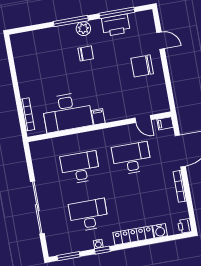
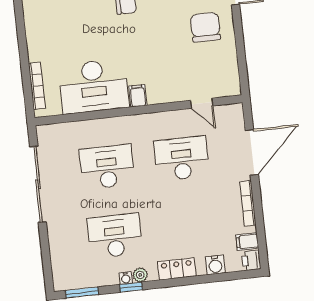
chair: (142, 66) -> (205, 27), turned 90
filing cabinet: (165, 123) -> (247, 242), moved
sliding door: (37, 208) -> (38, 184), moved
locker: (133, 235) -> (177, 269), width x0.66
plant: (108, 241) -> (140, 275), added

